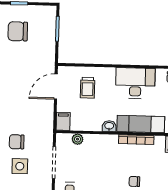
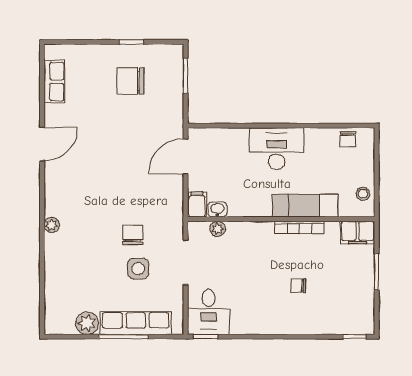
desk: (135, 83) -> (277, 149), moved
trolley: (88, 88) -> (230, 157), removed
washbasin: (109, 126) -> (217, 210), moved
chair: (17, 142) -> (133, 235), turned 90

